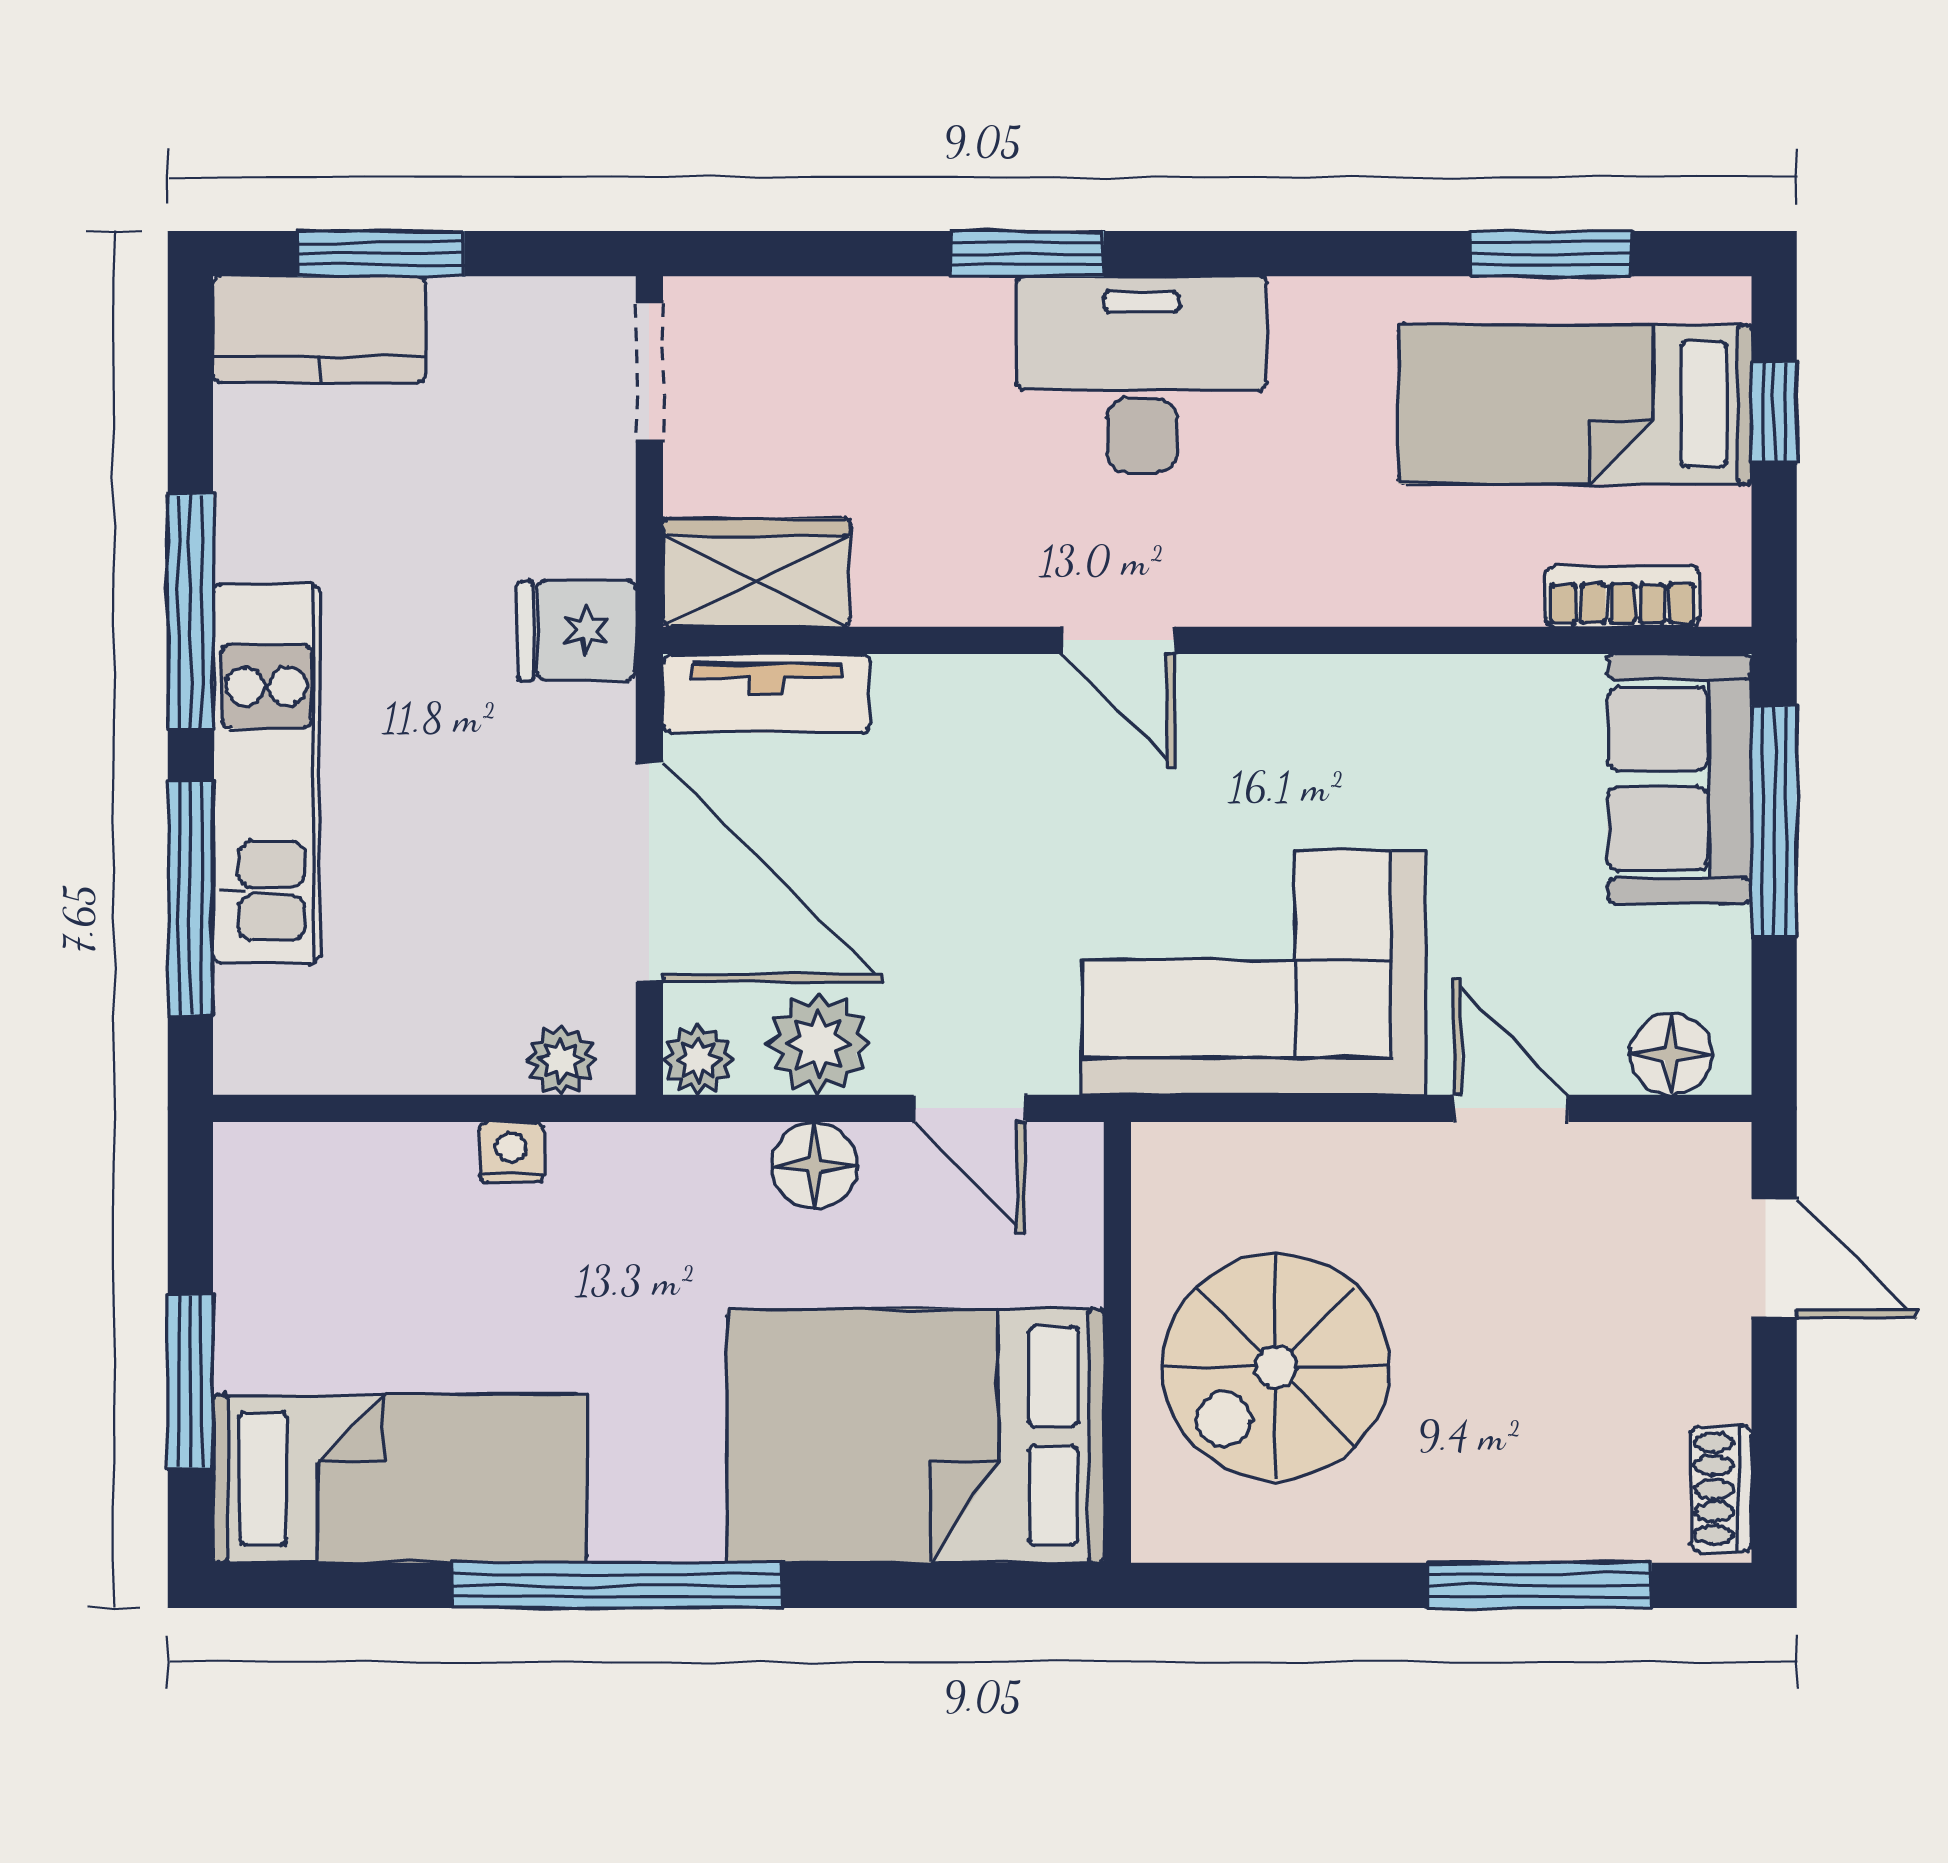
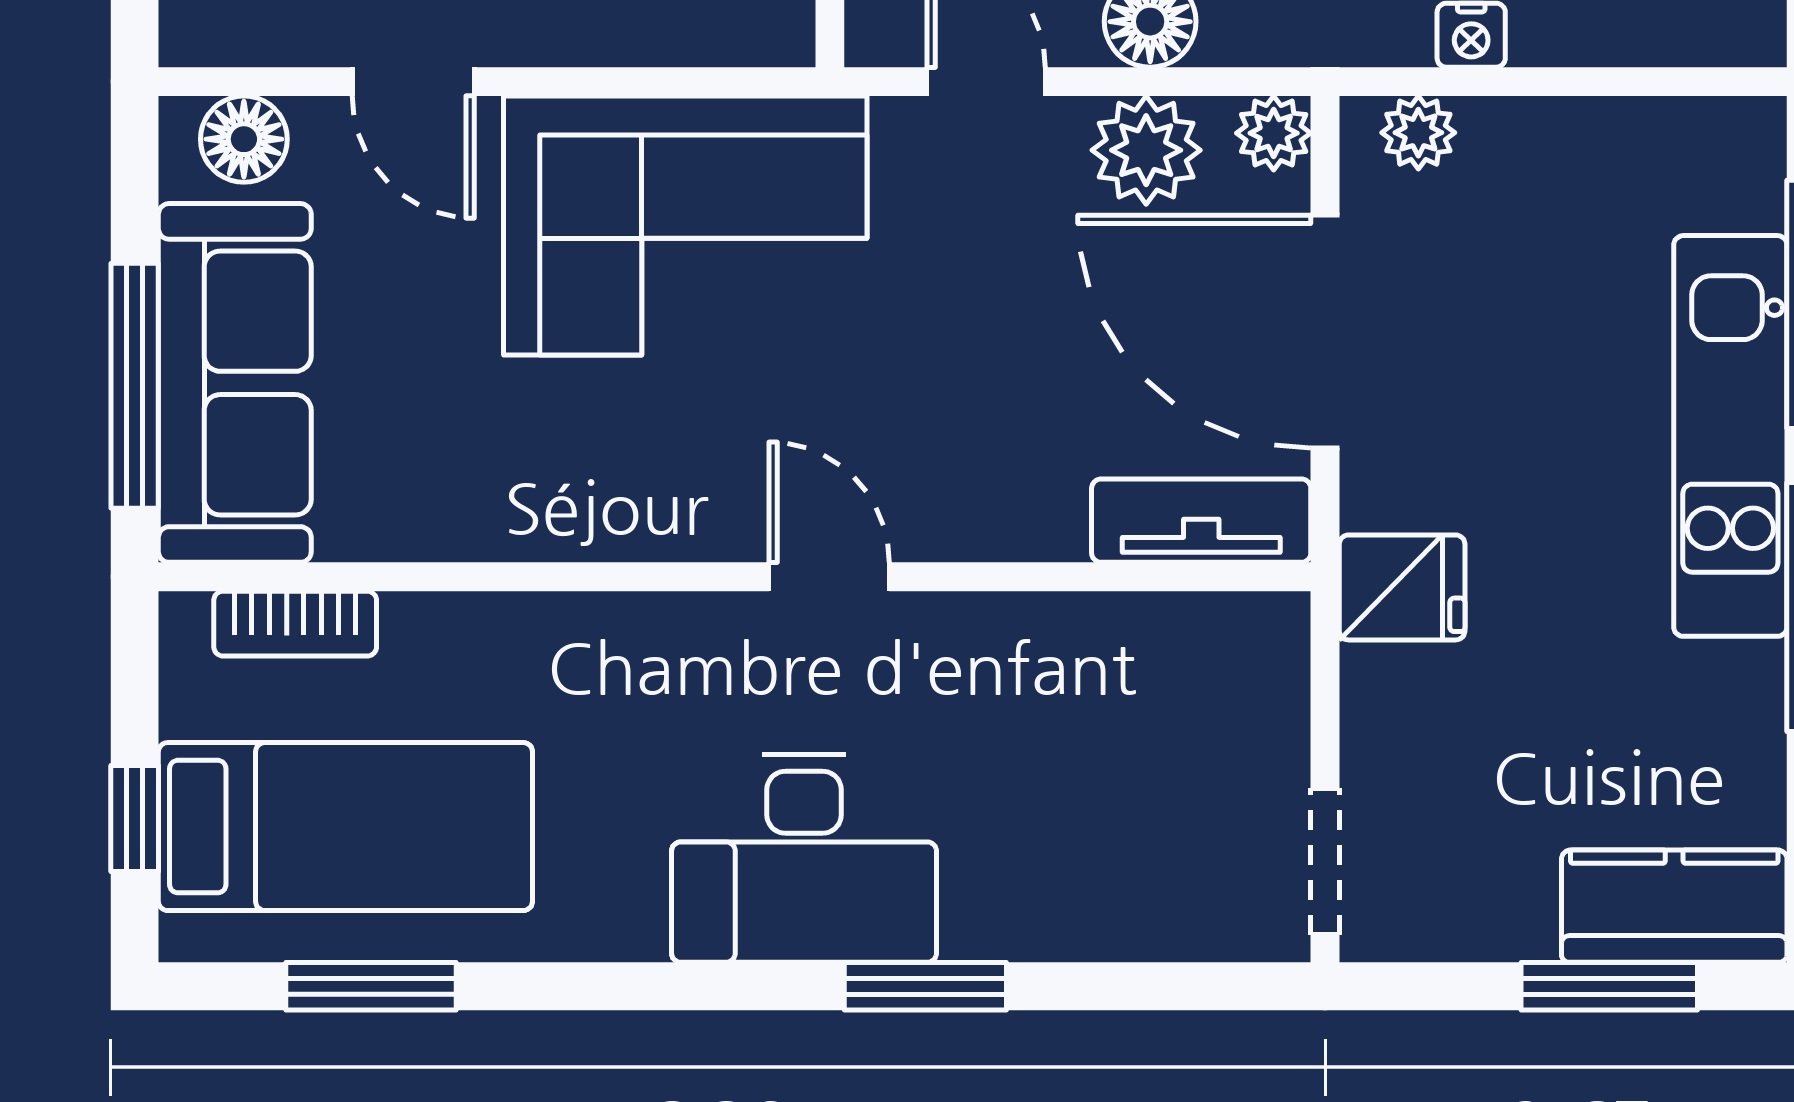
wardrobe: (756, 573) -> (1212, 649), removed
sofa: (1680, 779) -> (235, 383), width x1.36

